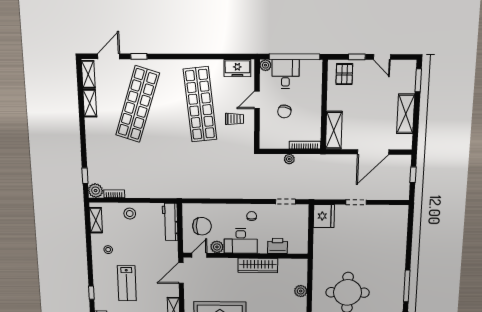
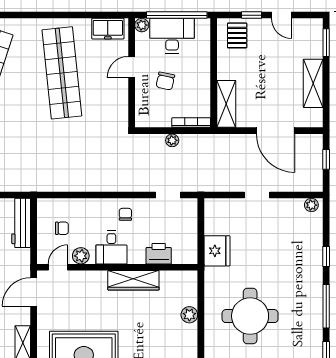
desk: (285, 74) -> (172, 36), width x1.37
trolley: (234, 119) -> (104, 90), removed
door: (373, 152) -> (275, 131), hinge flipped
plant: (399, 210) -> (311, 205), added
fridge: (324, 216) -> (217, 251), moved
chair: (202, 226) -> (62, 228), width x0.54, depth x0.54
desk: (241, 241) -> (111, 248), width x0.73
window: (409, 249) -> (326, 256), added

